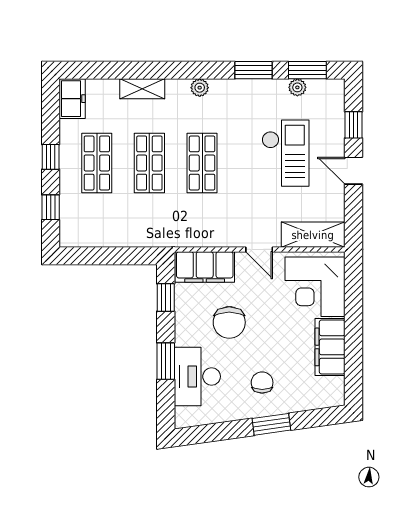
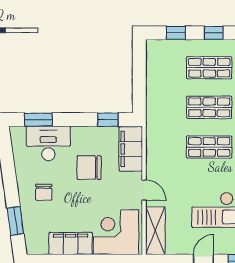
door: (259, 249) -> (144, 190), swing flipped
window: (166, 361) -> (38, 120), moved
chair: (262, 383) -> (44, 192), turned 90
window: (271, 424) -> (15, 221), moved

